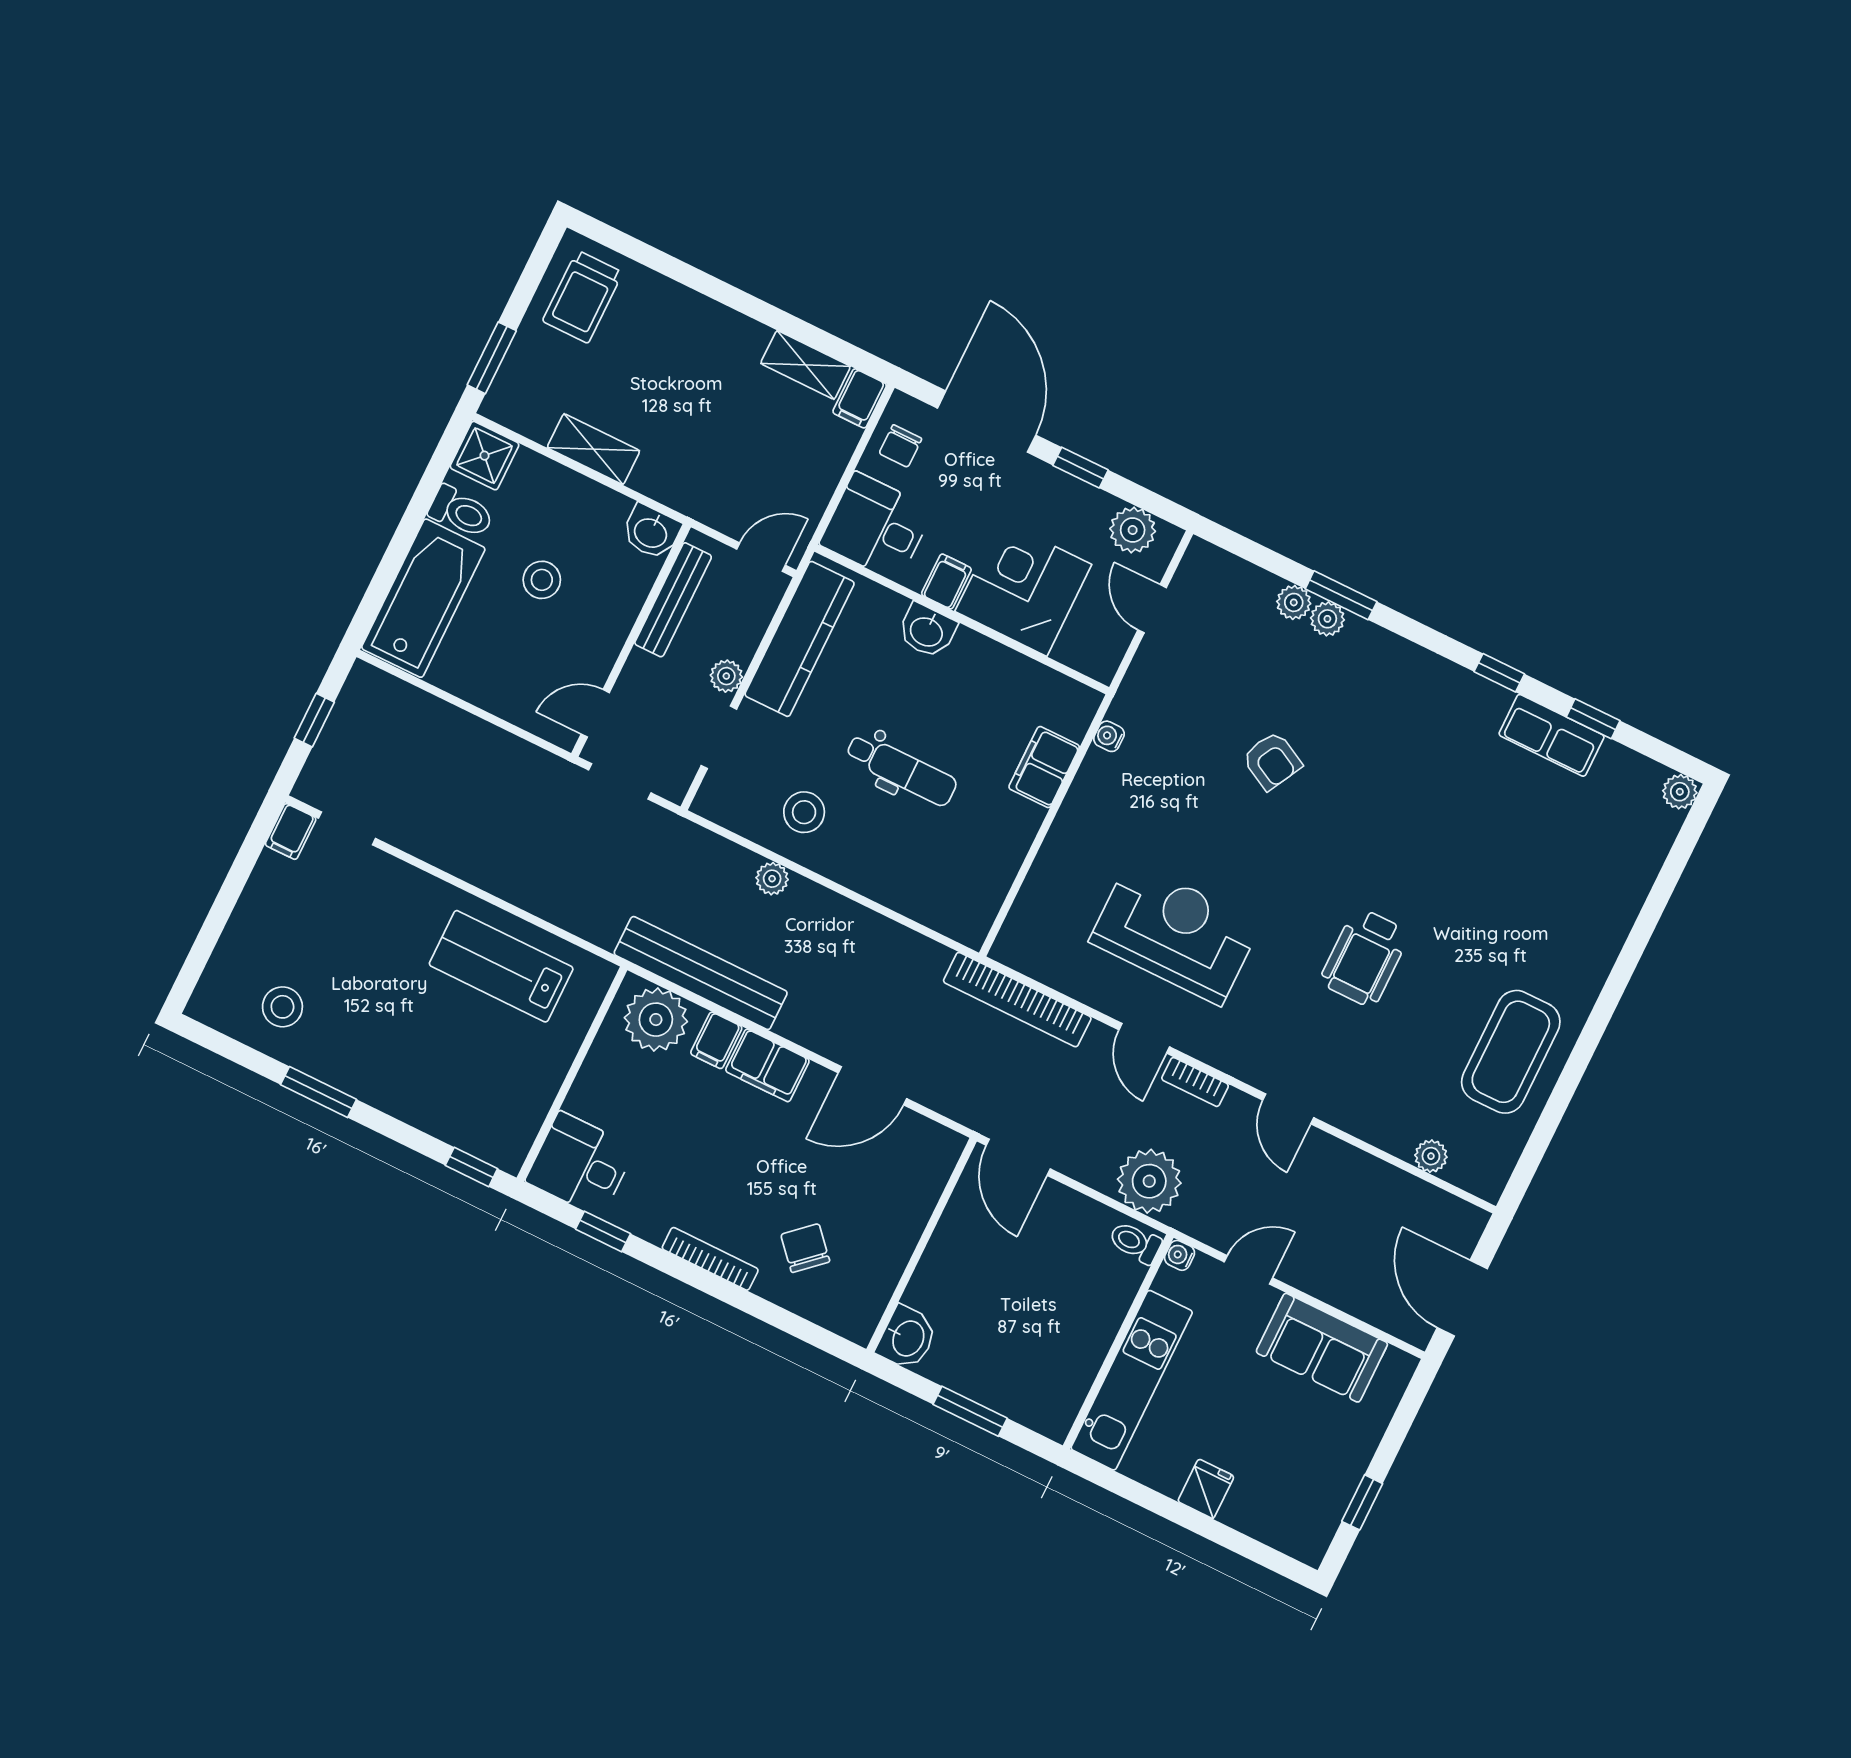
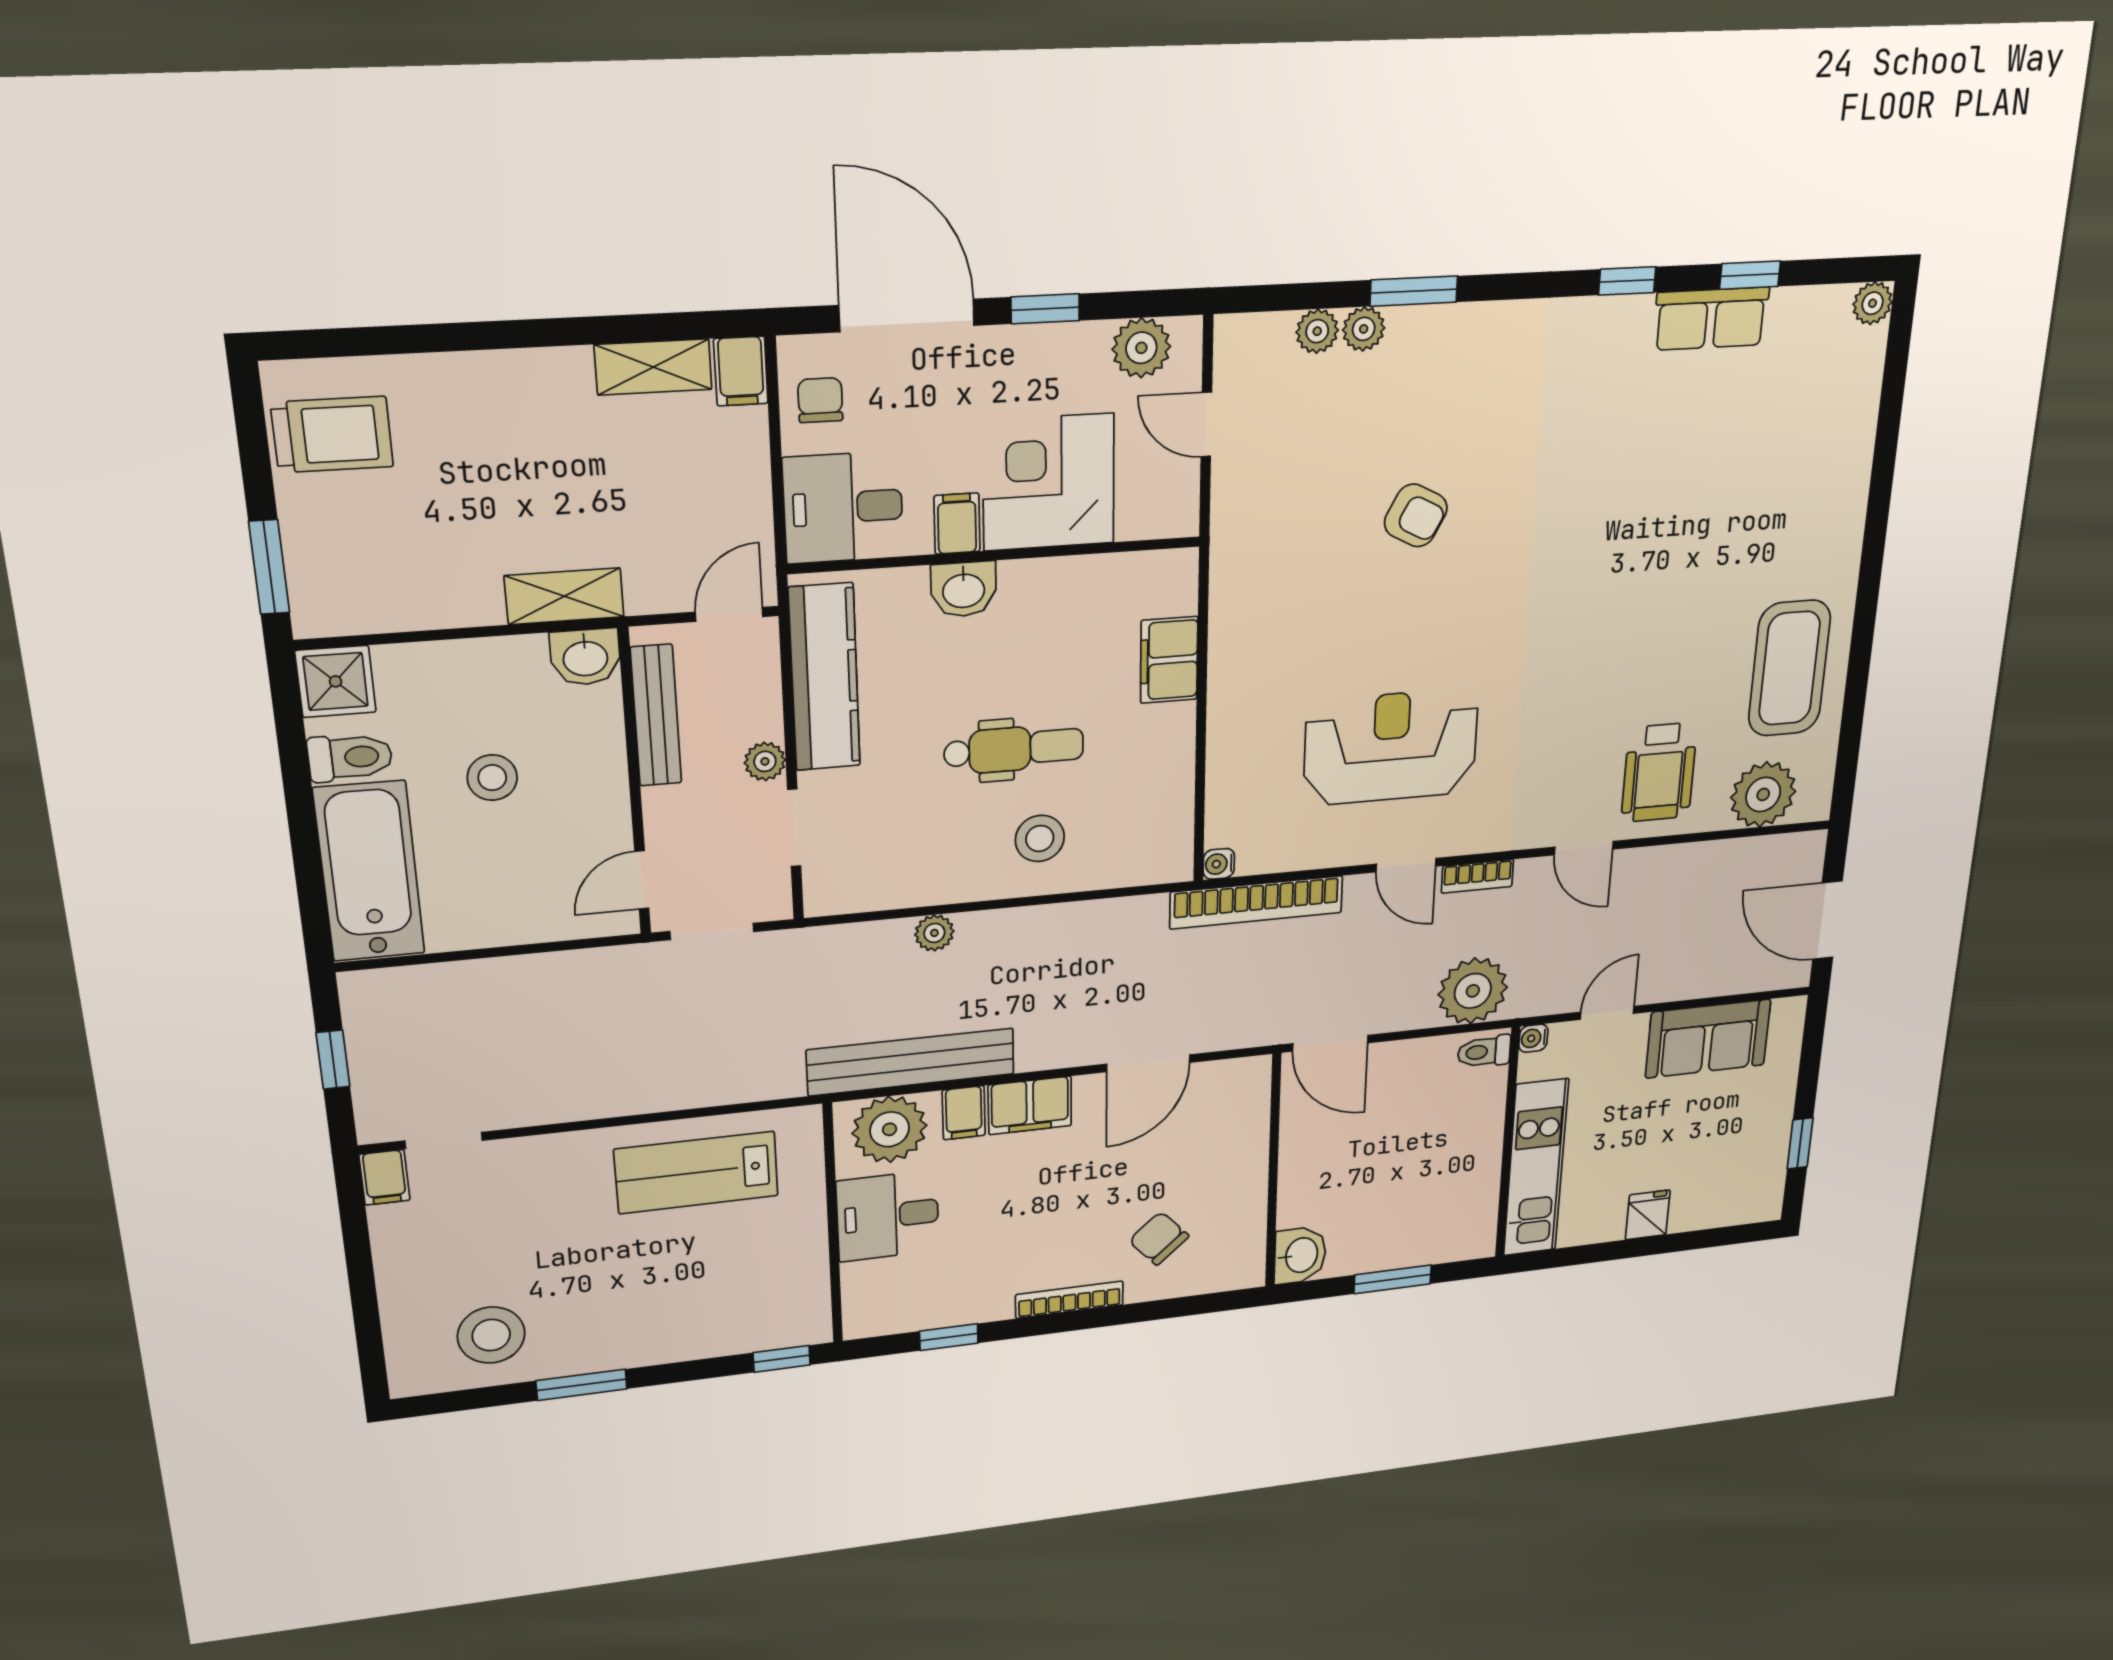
trolley: (583, 297) -> (332, 435), turned -90
chair: (900, 446) -> (820, 400), turned 180
shelving: (593, 449) -> (564, 596), moved
plant: (1327, 619) -> (1317, 331), moved
water cooler: (1109, 736) -> (1219, 864), moved
stool: (804, 812) -> (1040, 838), moved
wheelchair: (1365, 957) -> (1659, 772), moved
stool: (282, 1007) -> (491, 1335), width x1.38, depth x1.38
plant: (1431, 1156) -> (1763, 794), width x1.87, depth x1.87
desk: (580, 1164) -> (888, 1216), moved

